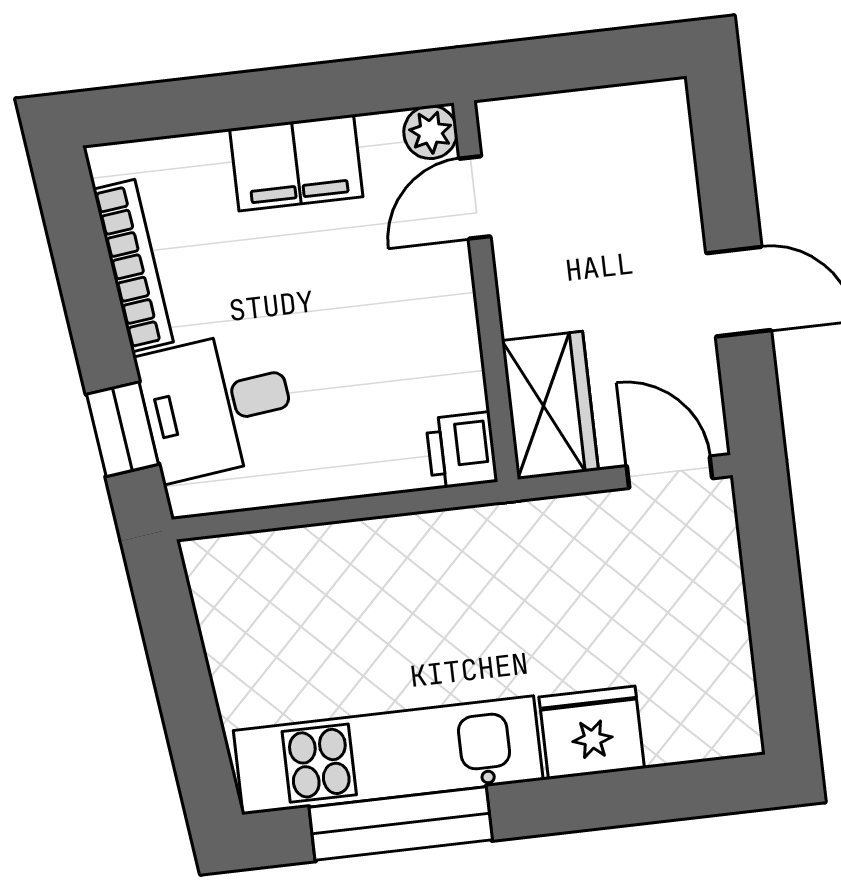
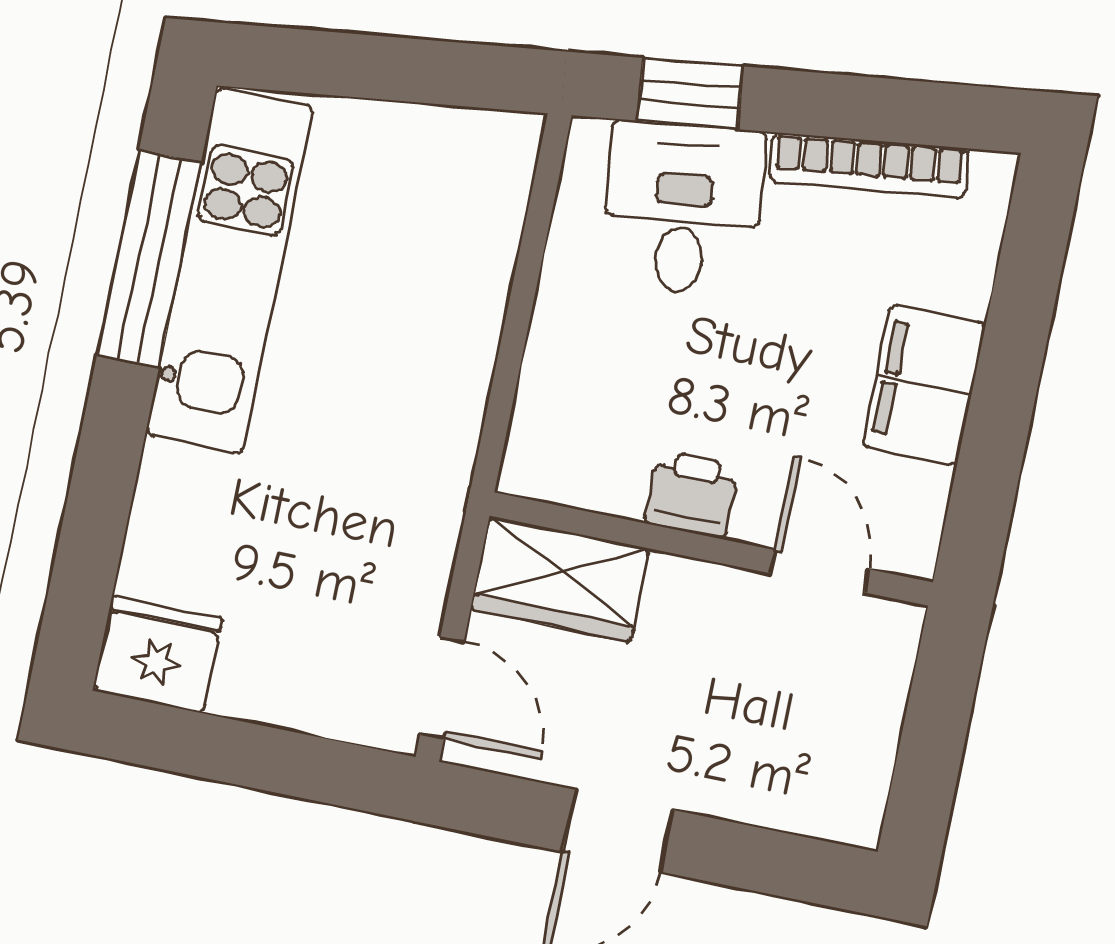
plant: (430, 132) -> (909, 546), removed
printer: (462, 450) -> (692, 494), moved
door: (670, 472) -> (442, 688), hinge flipped
fridge: (592, 733) -> (158, 654), moved, turned -90

